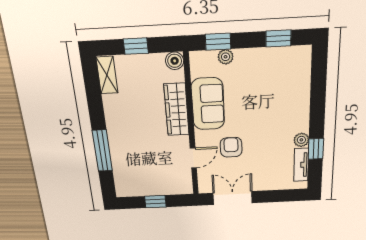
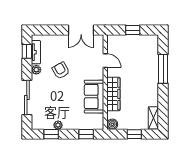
plant: (226, 57) -> (58, 125), moved
sliding door: (318, 97) -> (27, 98), added
armchair: (231, 147) -> (61, 70), moved, turned 151
window: (316, 149) -> (27, 51), moved
door: (193, 158) -> (105, 61), swing flipped

